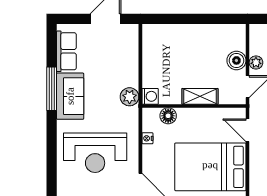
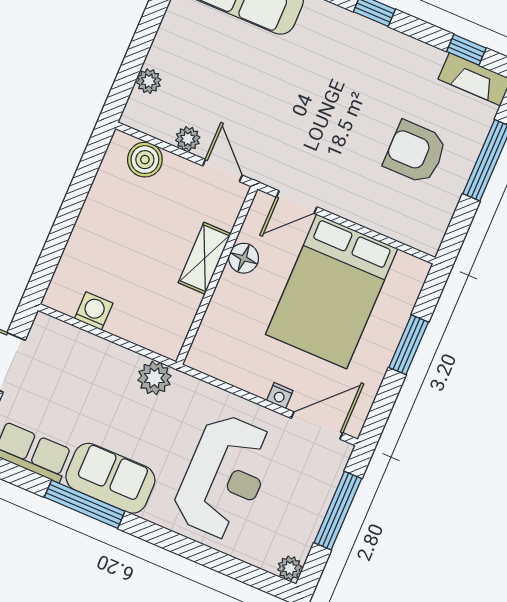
boiler: (236, 60) -> (145, 160), moved
washing machine: (150, 96) -> (94, 311), moved
floor lamp: (168, 116) -> (244, 258), moved
nightstand: (147, 138) -> (280, 396), moved

